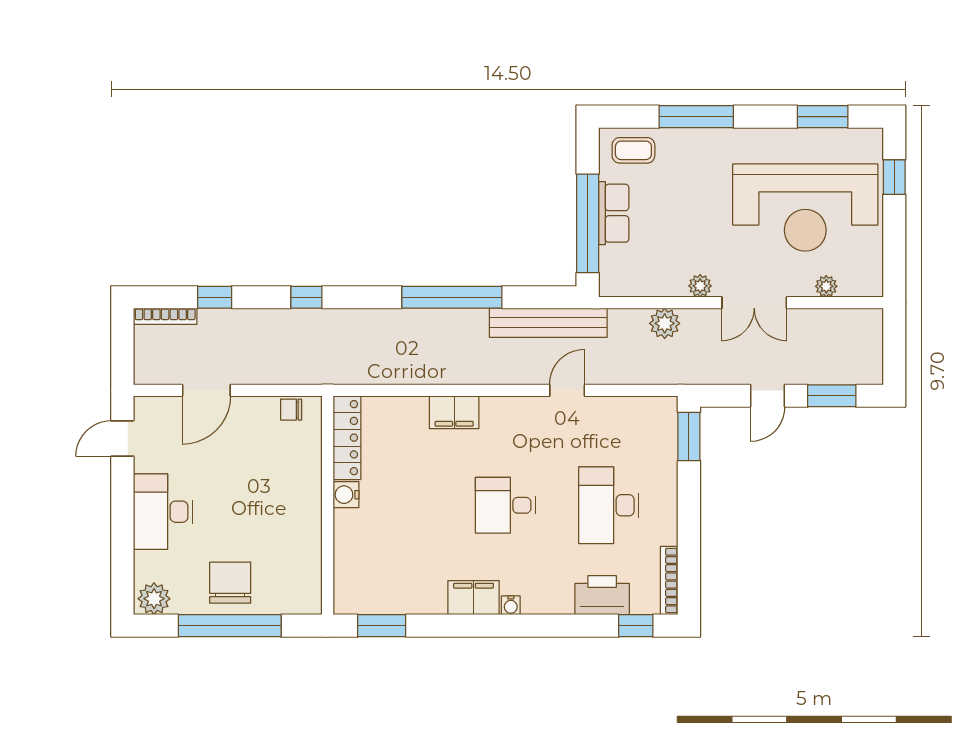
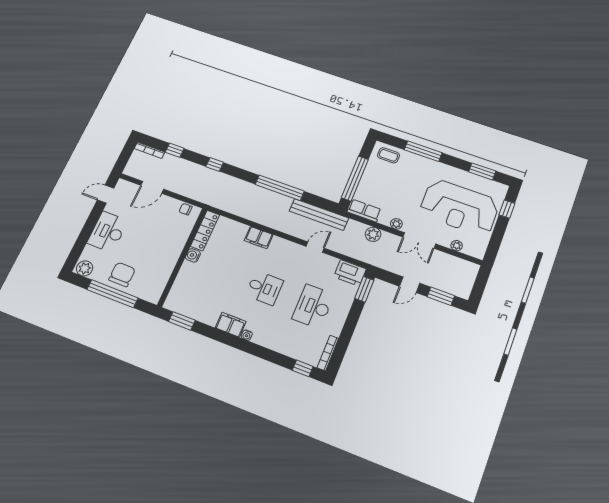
row of seats: (614, 213) -> (364, 211), moved, turned -90
desk: (506, 505) -> (264, 288), turned 180
printer: (602, 595) -> (350, 273), moved, turned 180

